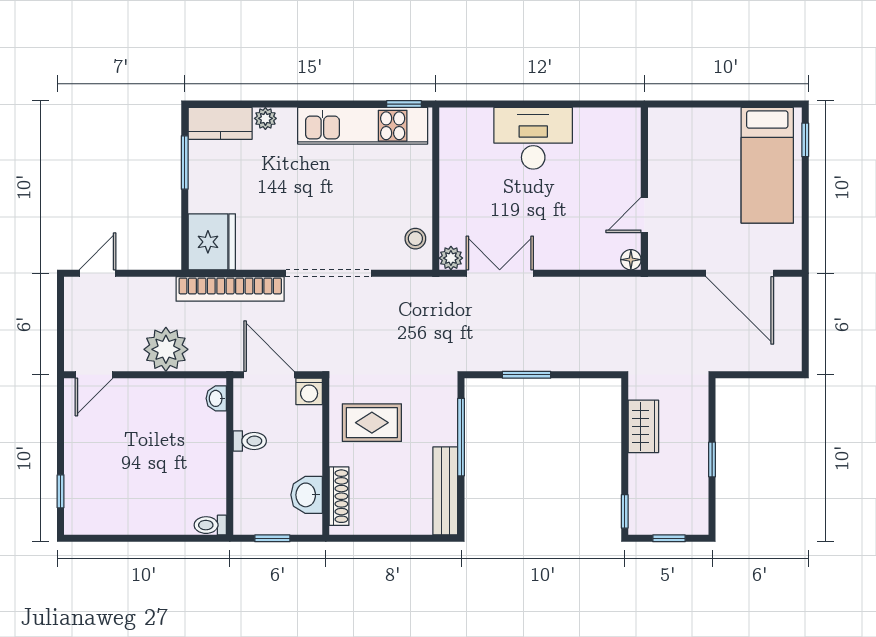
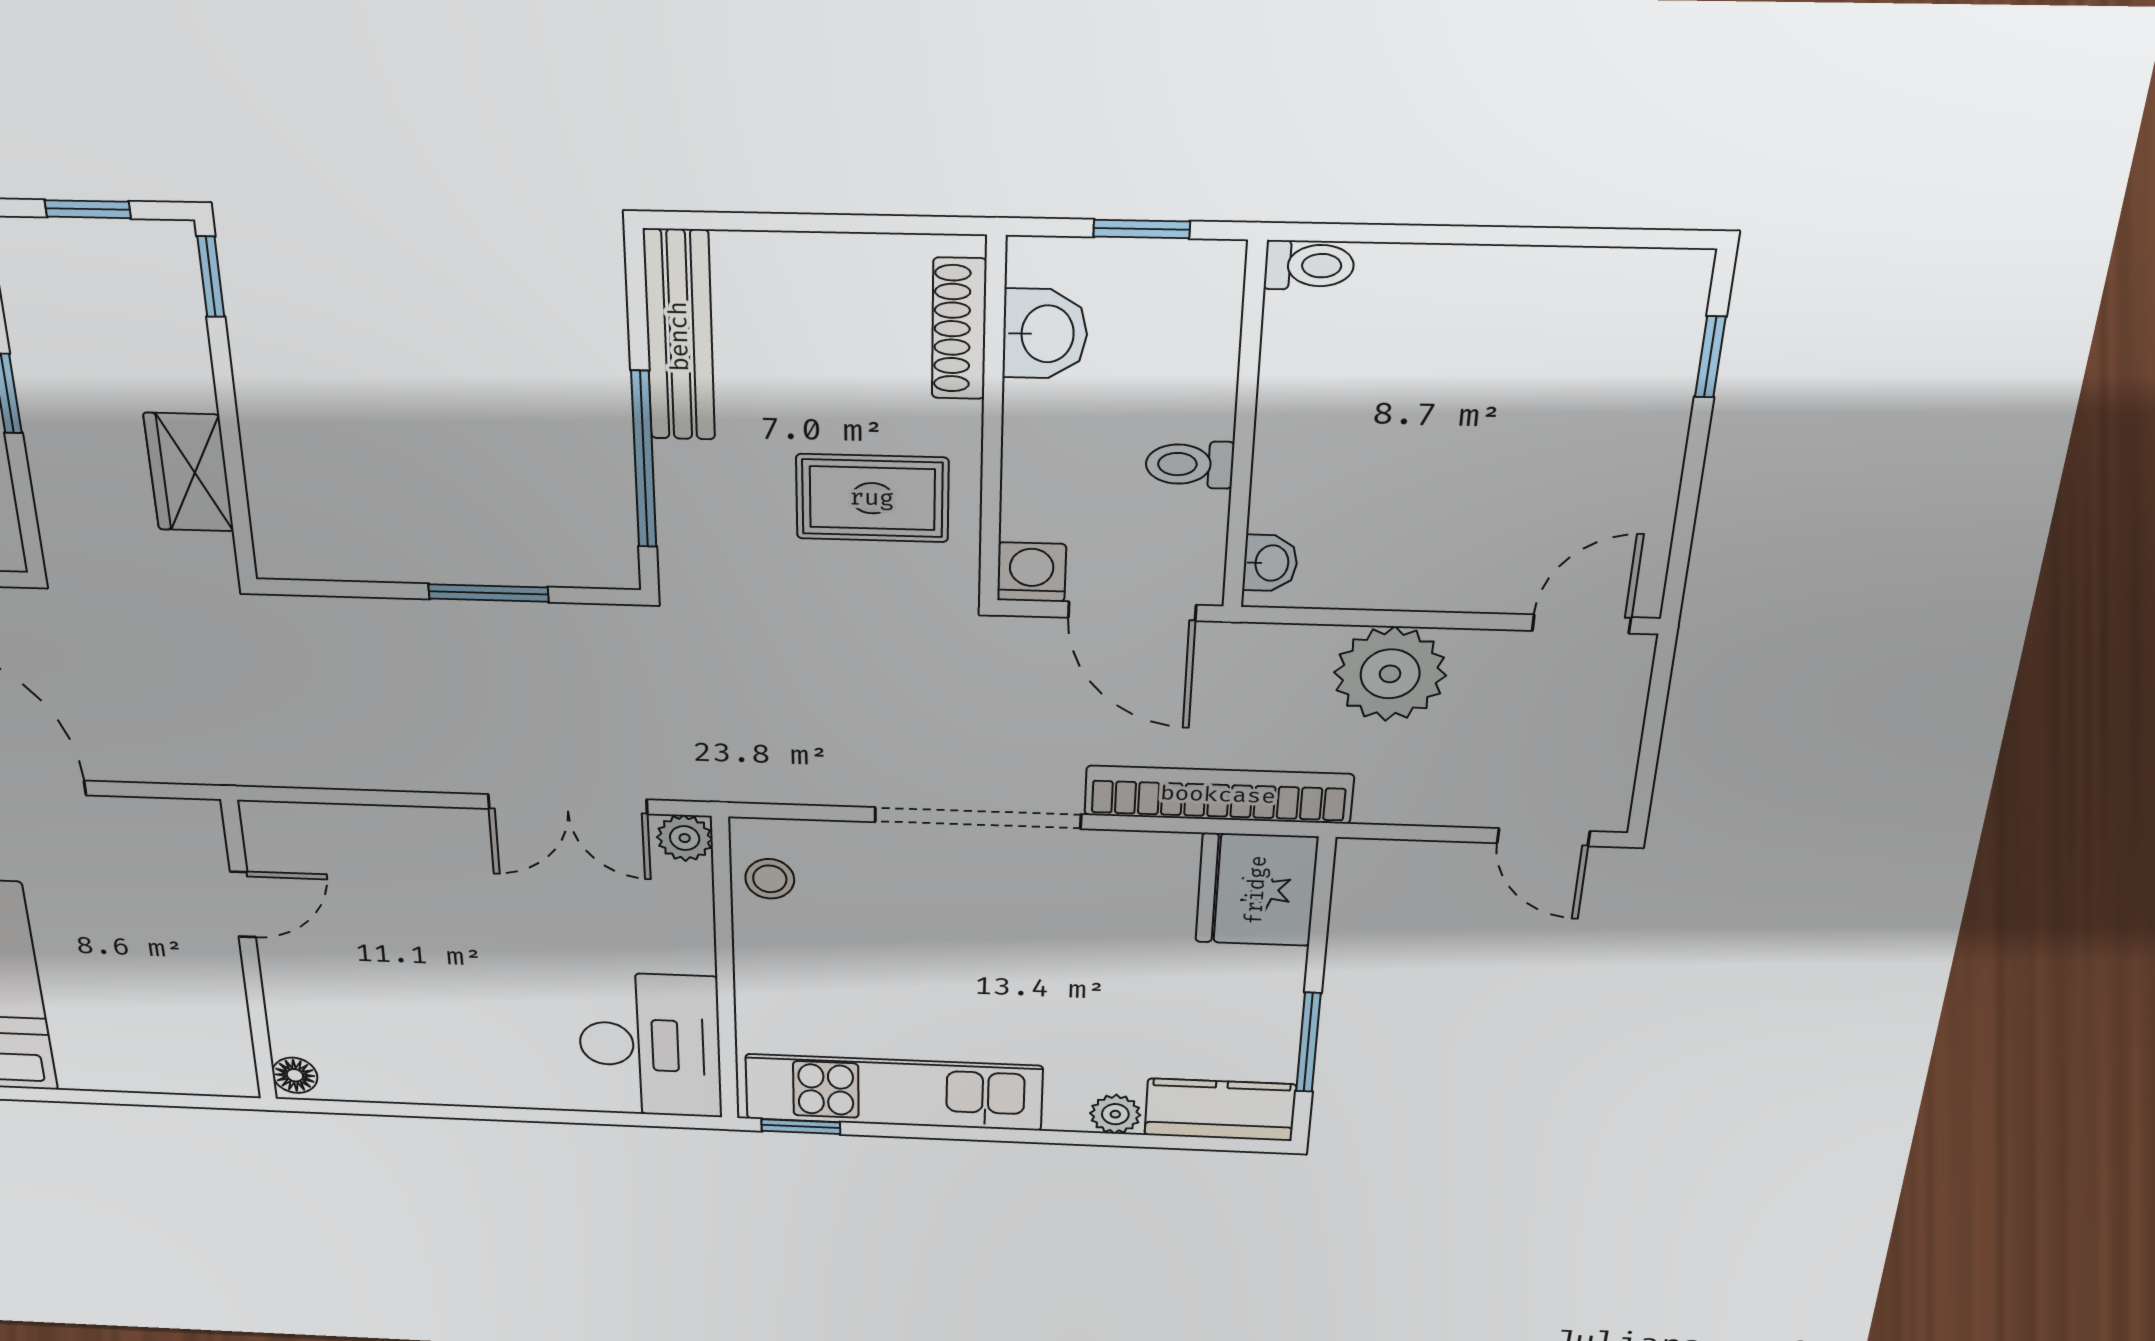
desk: (533, 138) -> (650, 1045), moved, turned -90
floor lamp: (631, 260) -> (295, 1075), moved
door: (98, 273) -> (1543, 837), hinge flipped

